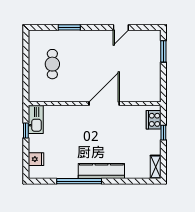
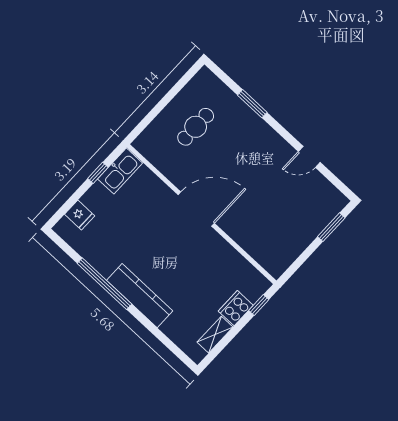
door: (104, 104) -> (196, 209), moved
cooker: (154, 120) -> (236, 308), moved
window: (163, 133) -> (259, 305), moved
shelving: (156, 167) -> (215, 335), moved

